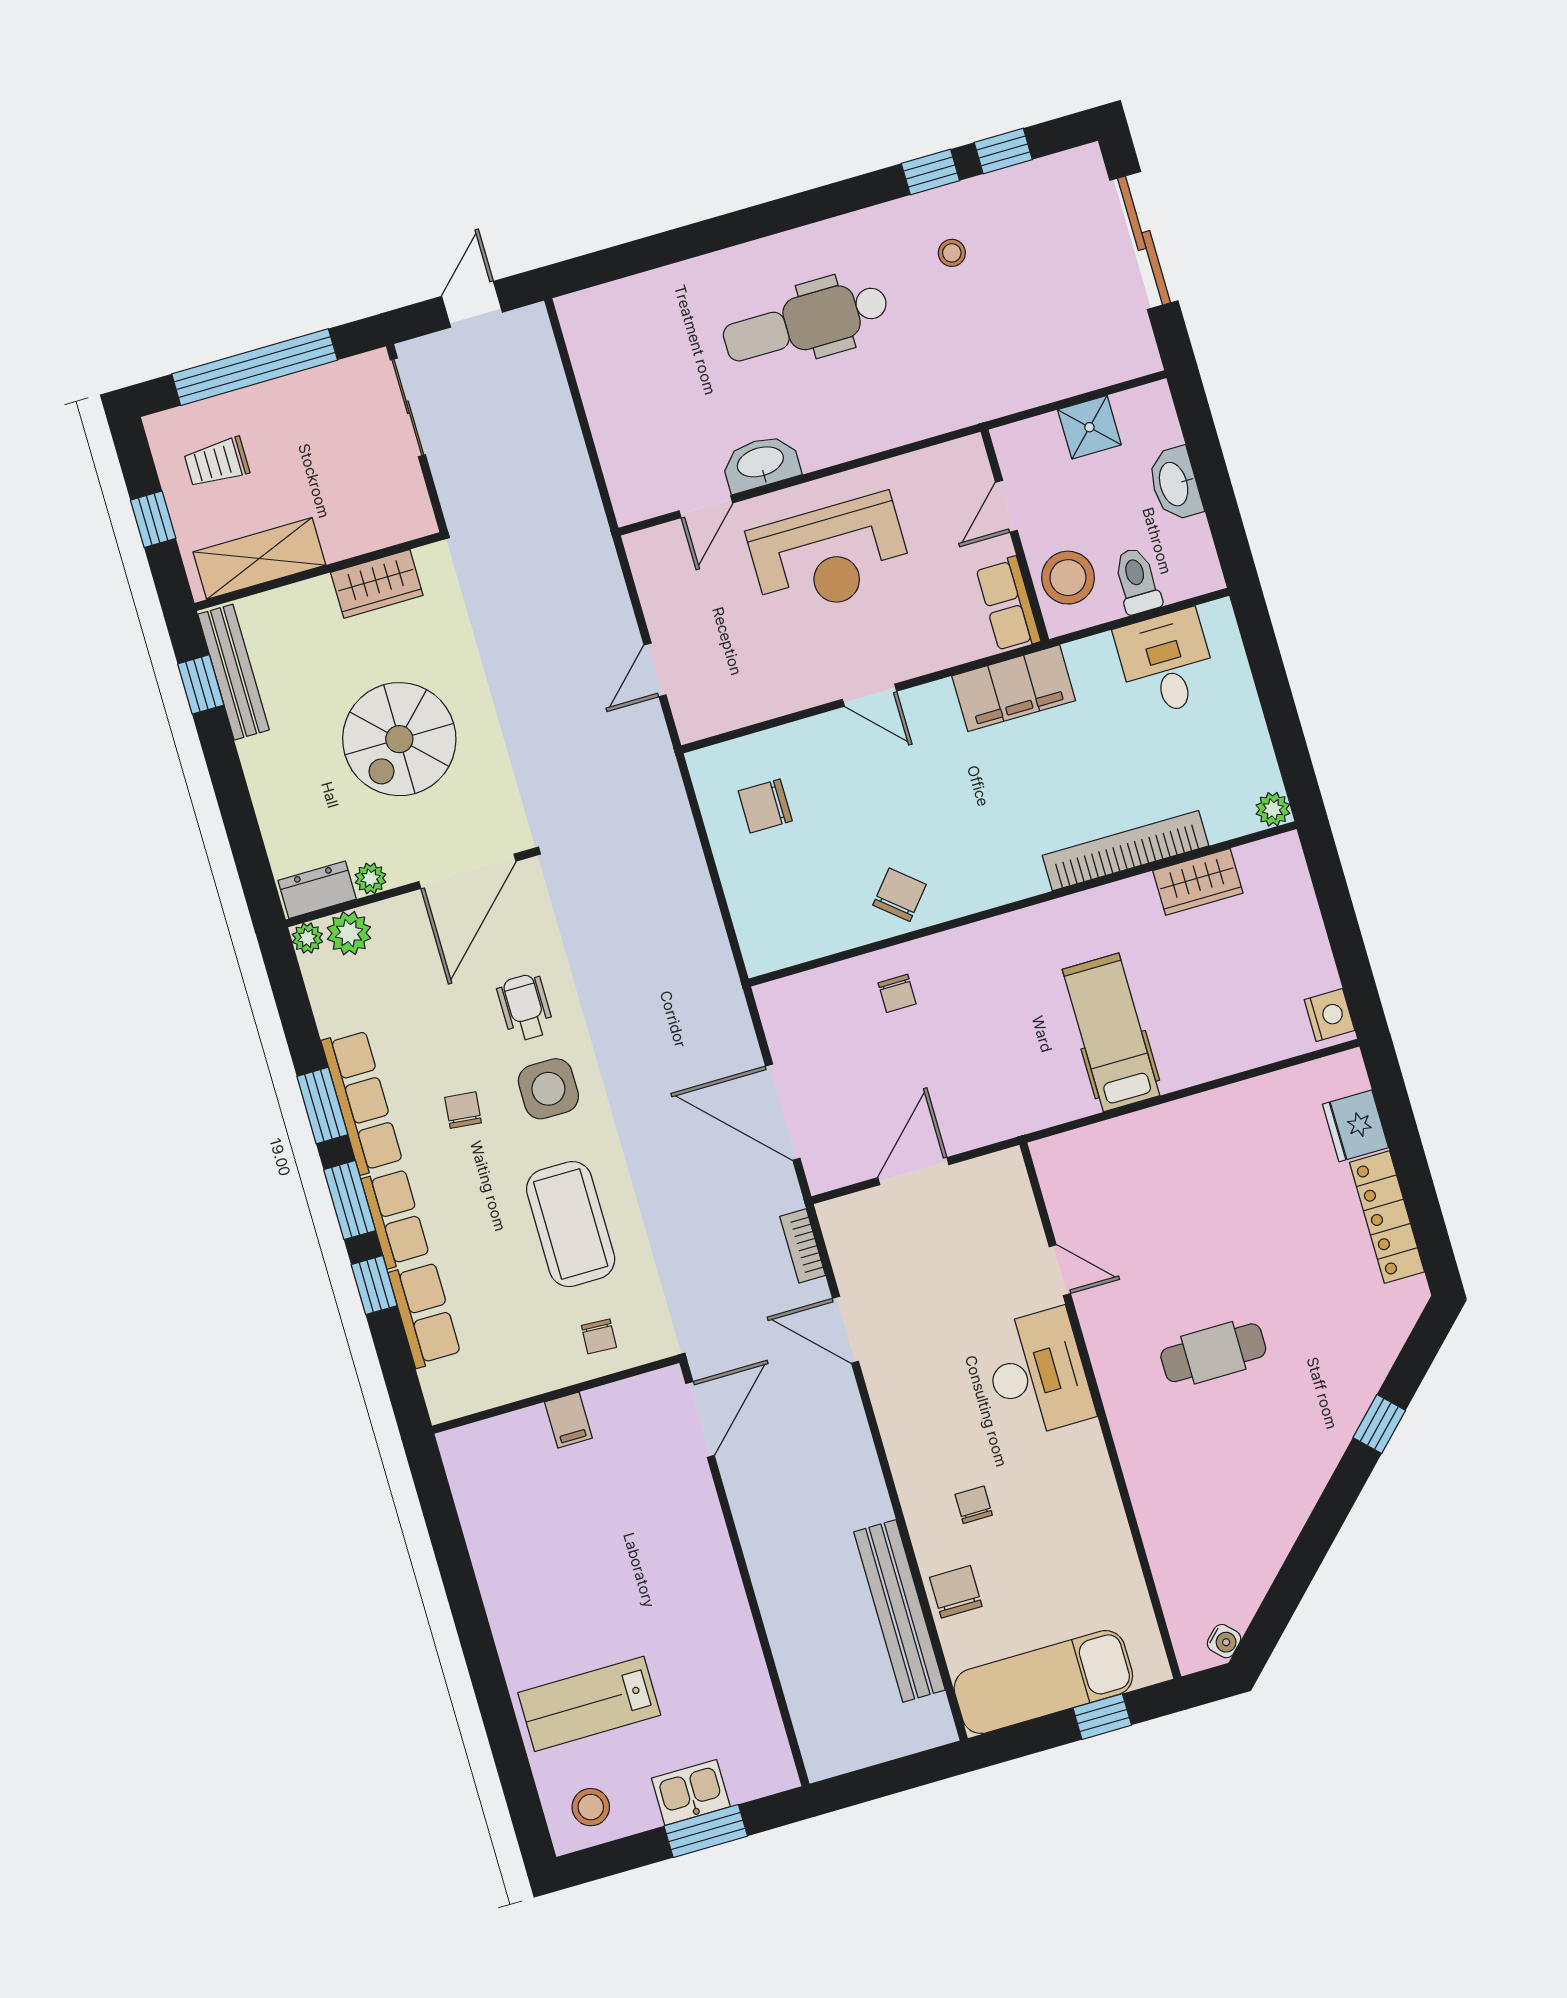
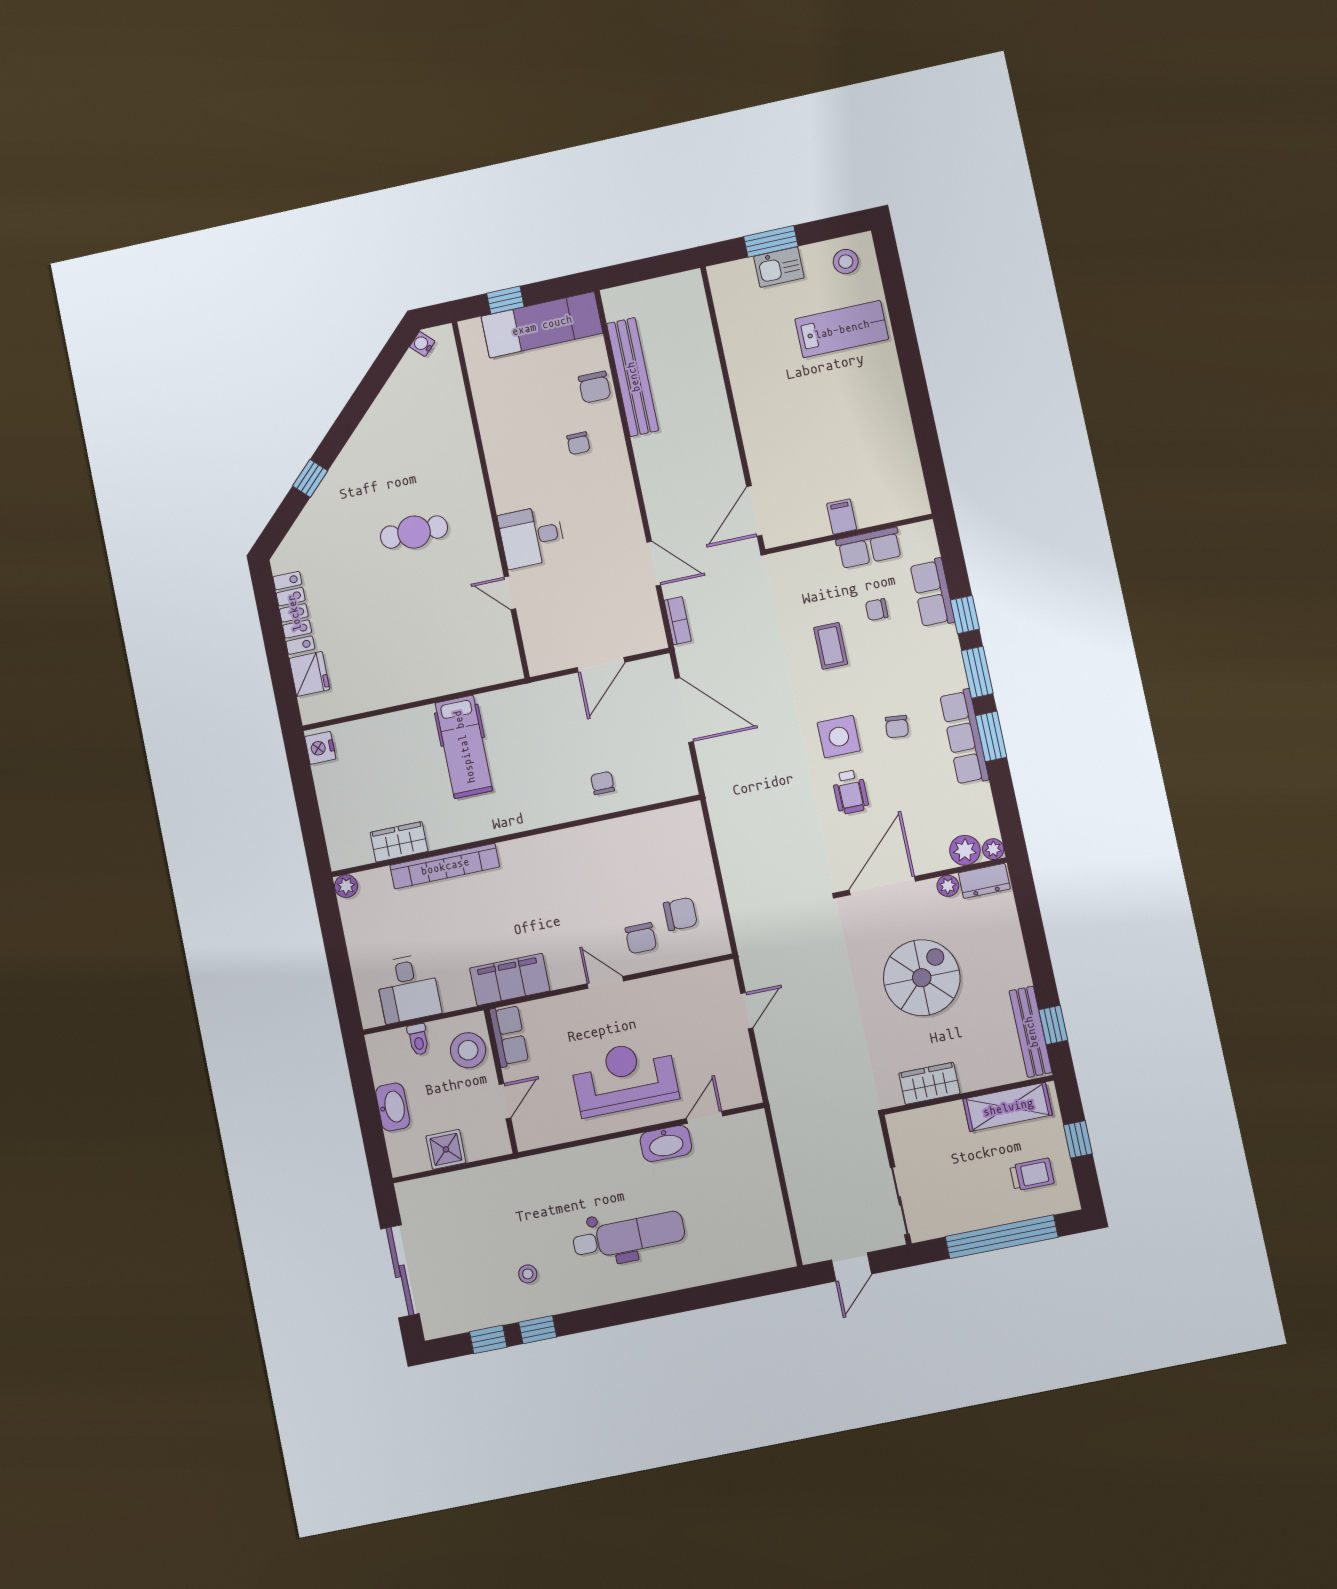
toilet: (1137, 581) -> (418, 1039), width x0.73, depth x0.72
chair: (900, 895) -> (641, 938), moved, turned -40
row of seats: (395, 1218) -> (869, 548), moved, turned -90
coffee table: (571, 1224) -> (831, 646), width x0.54, depth x0.58
chair: (599, 1336) -> (877, 610), moved, turned -92
desk: (1038, 1373) -> (532, 537), width x0.73

